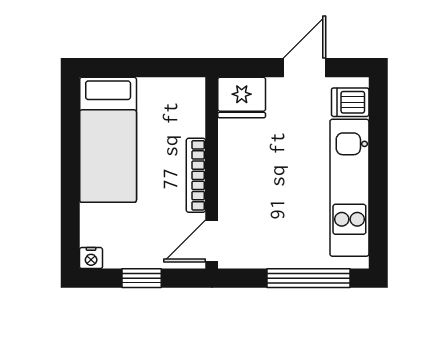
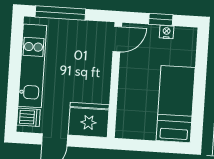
fridge: (242, 98) -> (89, 120), width x1.36, depth x1.34
bookcase: (196, 175) -> (124, 79), removed
nightstand: (91, 258) -> (167, 32), moved

